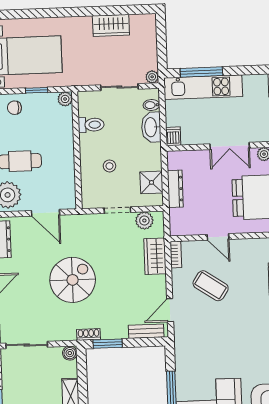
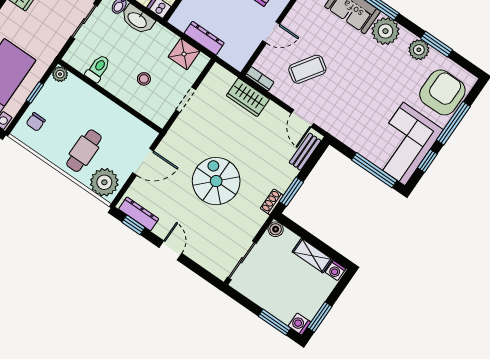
plant: (144, 220) -> (211, 84), removed

